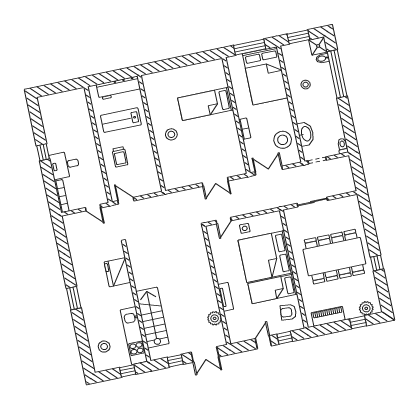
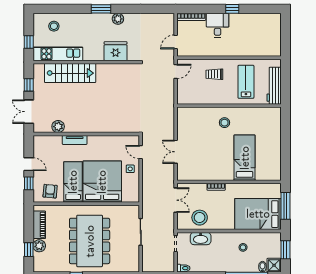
plant: (81, 277) -> (118, 19), added
plant: (366, 308) -> (39, 246), moved

